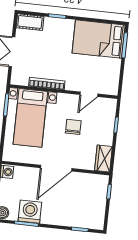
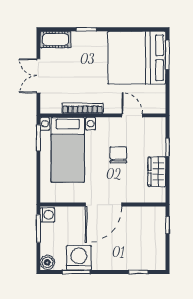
bed: (99, 39) -> (137, 58), width x1.36
door: (89, 94) -> (132, 115), swing flipped
wardrobe: (103, 159) -> (157, 172), moved

